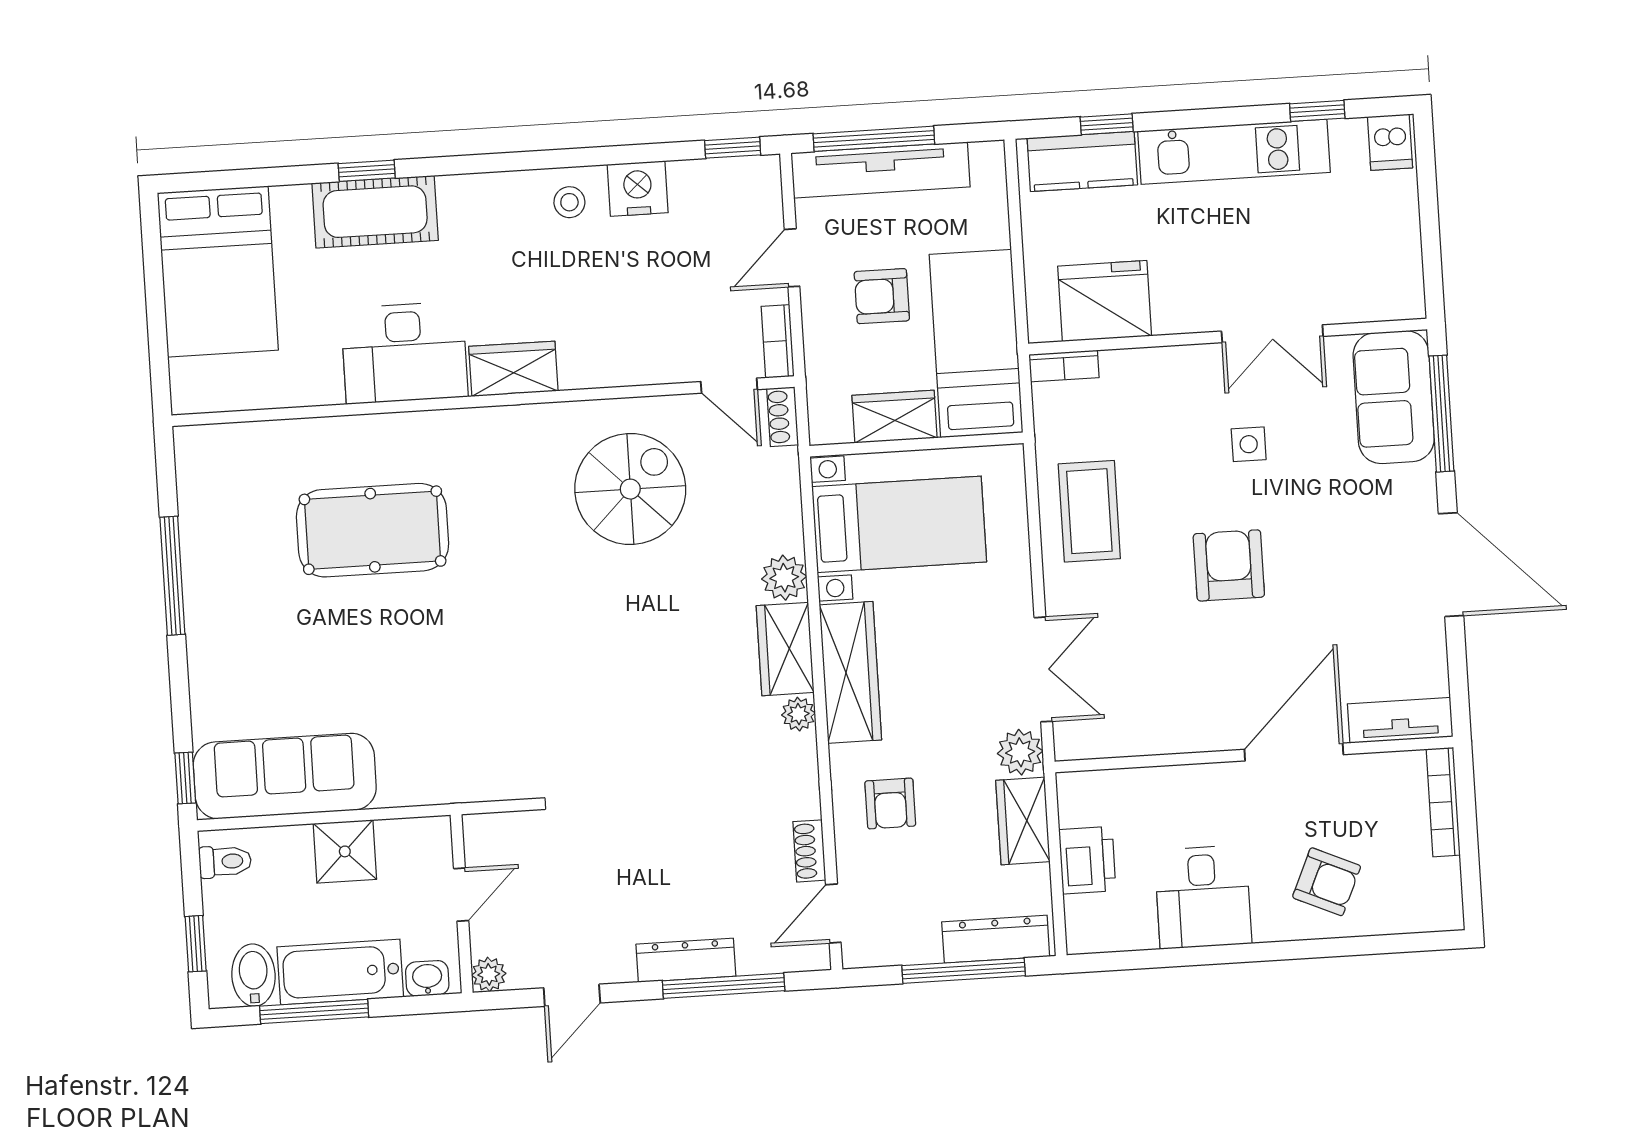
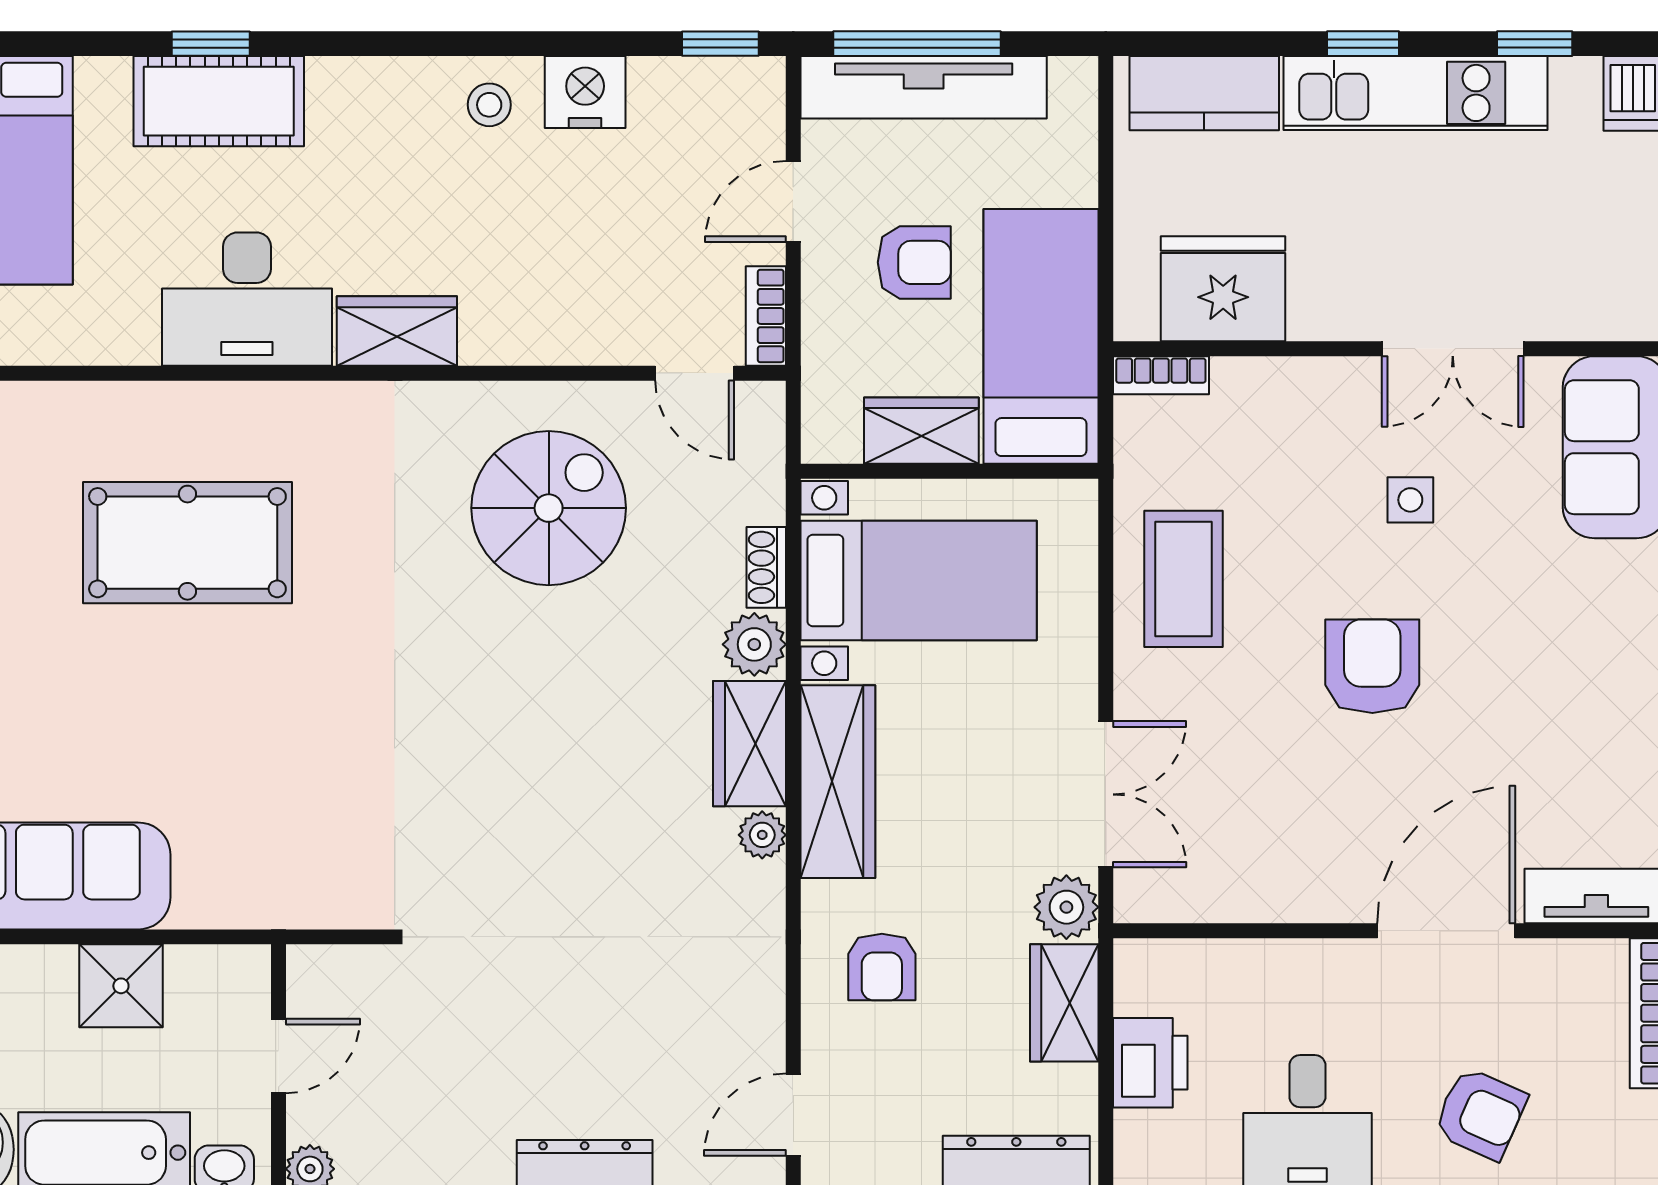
window: (1107, 124) -> (1363, 44), moved
armchair: (882, 296) -> (914, 262), turned 180
shoe rack: (783, 417) -> (766, 567), moved
shoe rack: (809, 851) -> (765, 1026), removed

